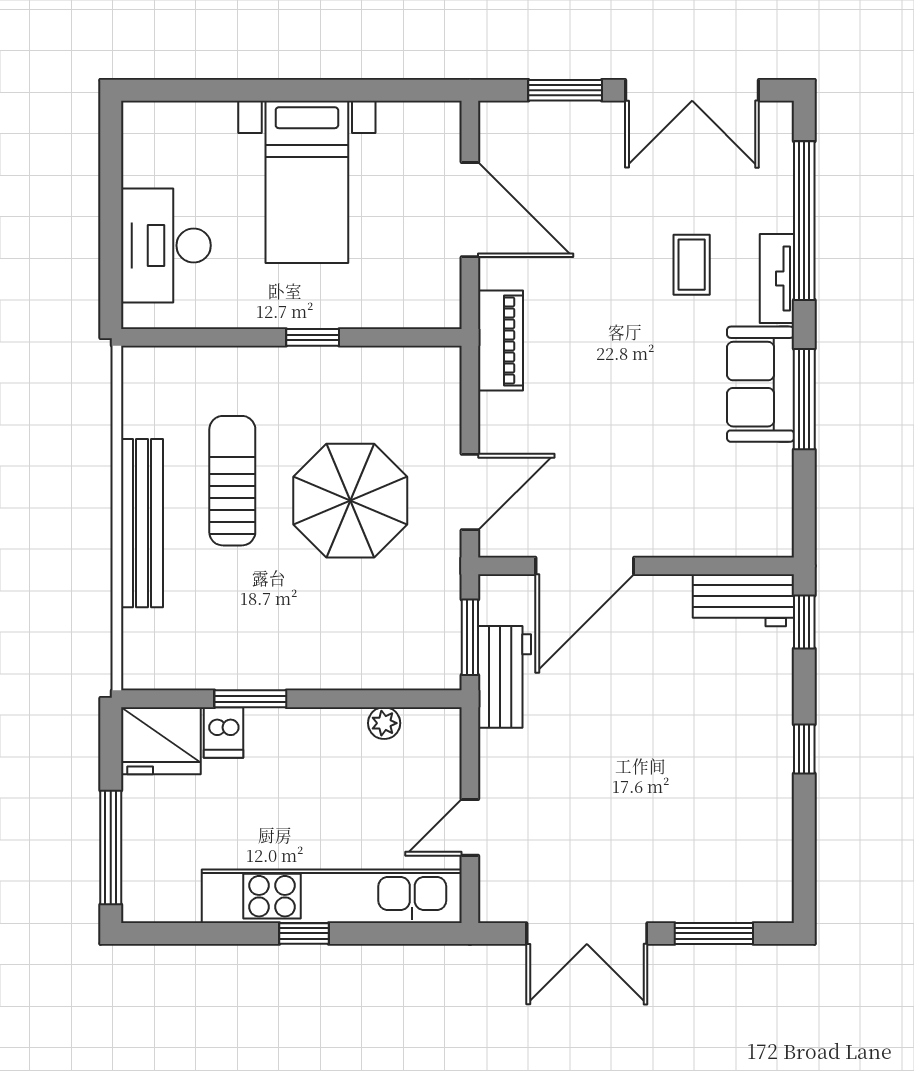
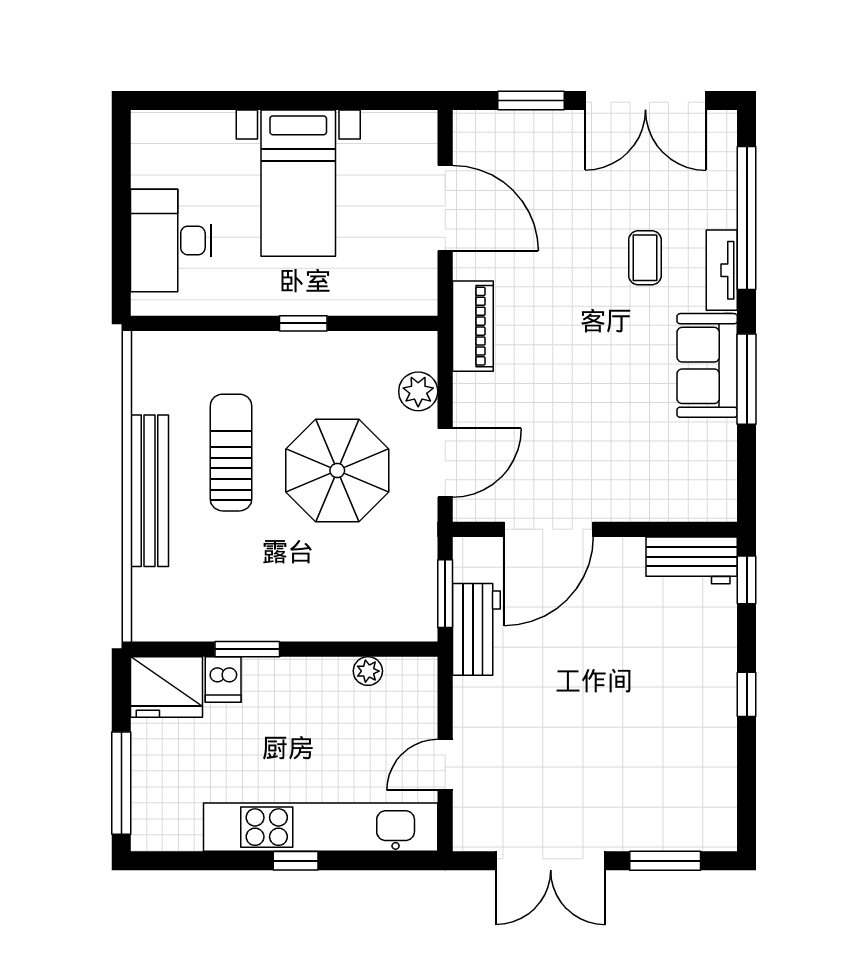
plant: (440, 413) -> (418, 391), added

